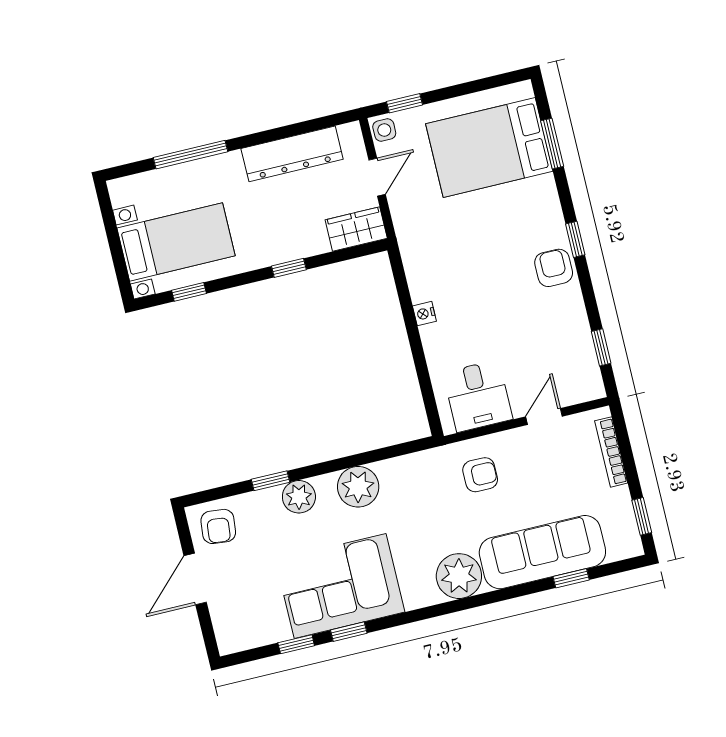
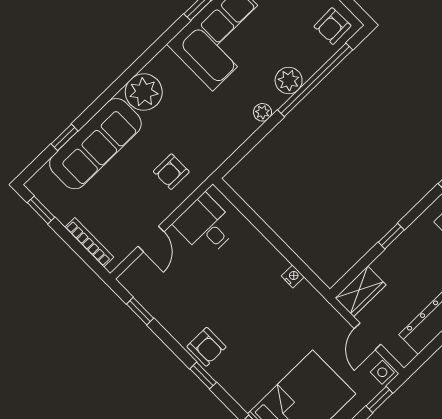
nightstand: (424, 314) -> (293, 276), moved
window: (270, 481) -> (315, 80), width x3.17
plant: (358, 487) -> (263, 112), width x0.53, depth x0.53
armchair: (218, 526) -> (333, 26), turned -98

